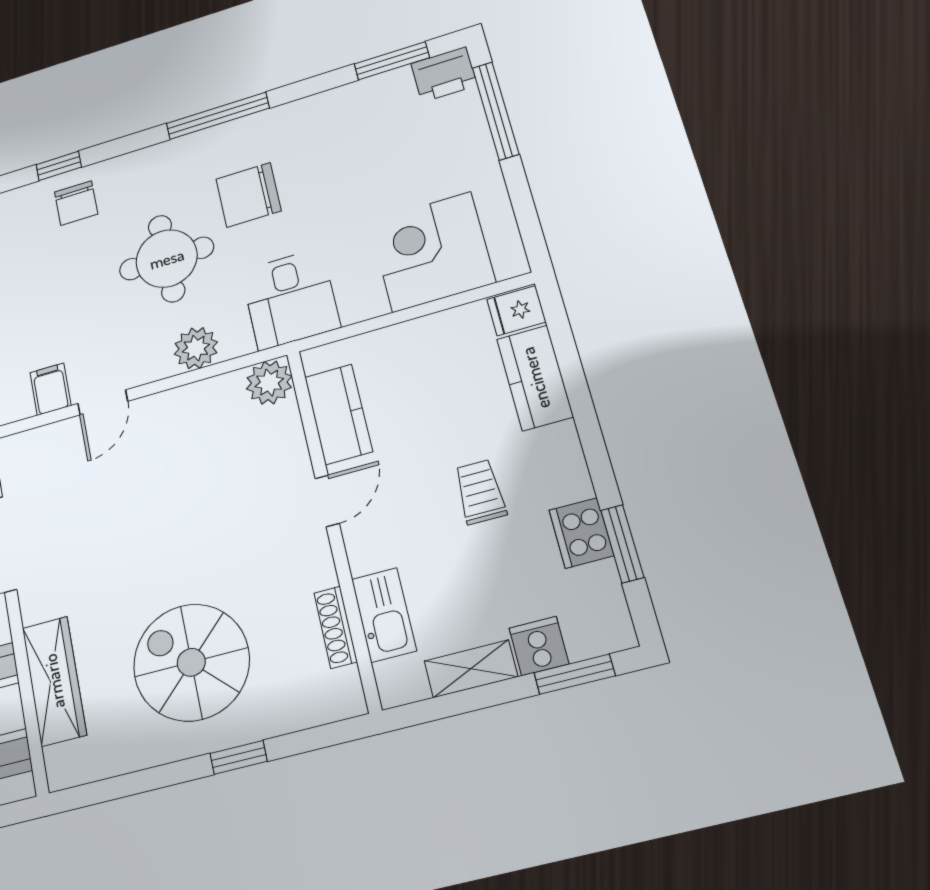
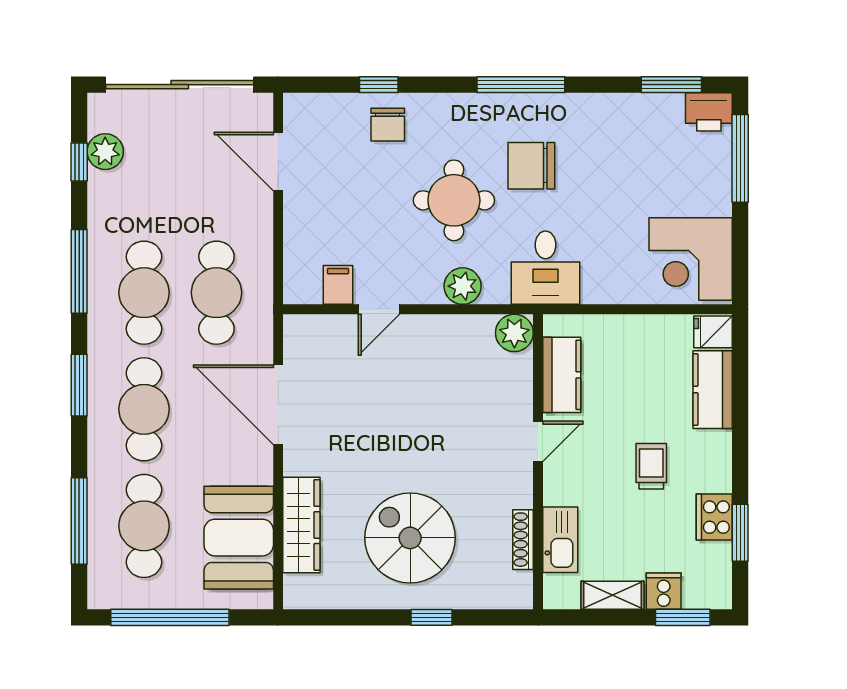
corner desk: (432, 252) -> (691, 259), moved, turned -90

